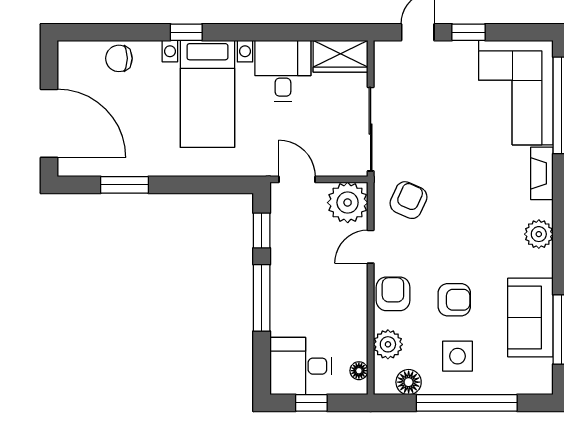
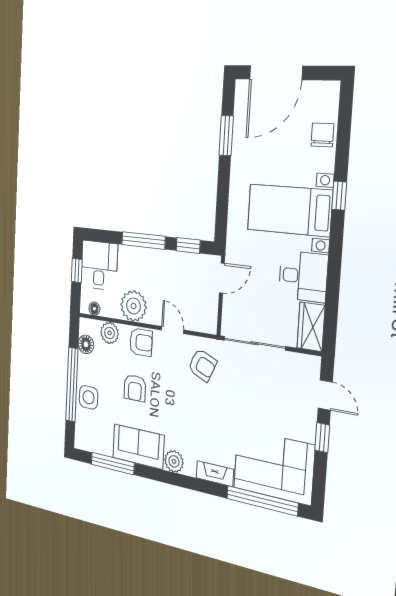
plant: (348, 203) -> (134, 306), moved
sofa: (530, 318) -> (138, 447), moved
side table: (458, 356) -> (88, 397), moved

